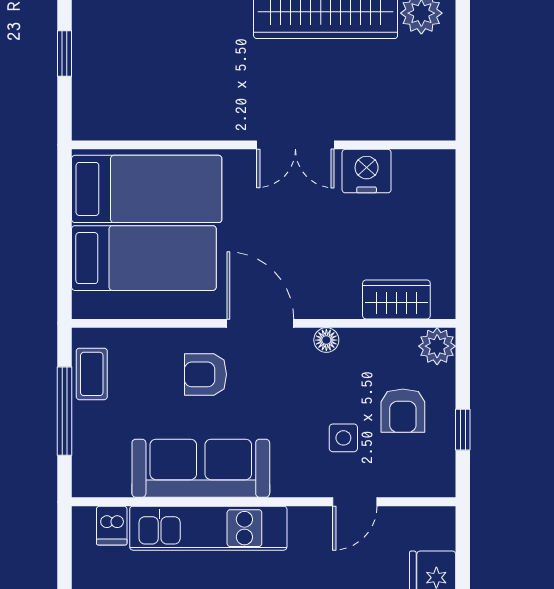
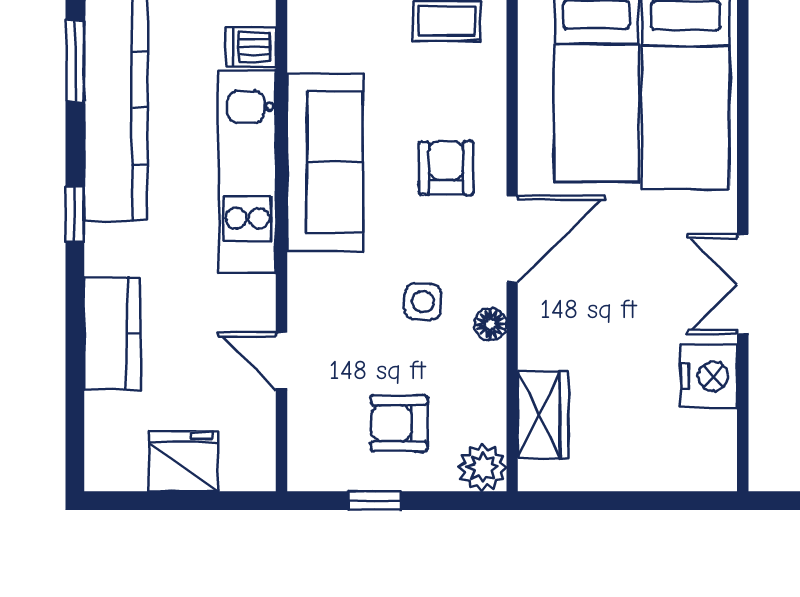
side table: (343, 438) -> (423, 302), moved

